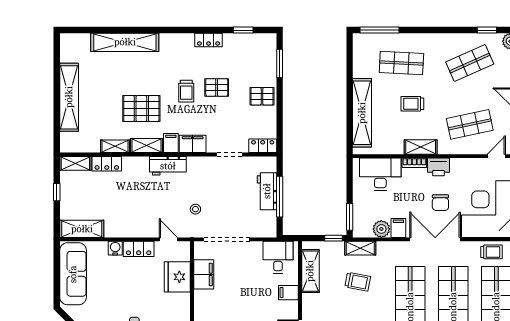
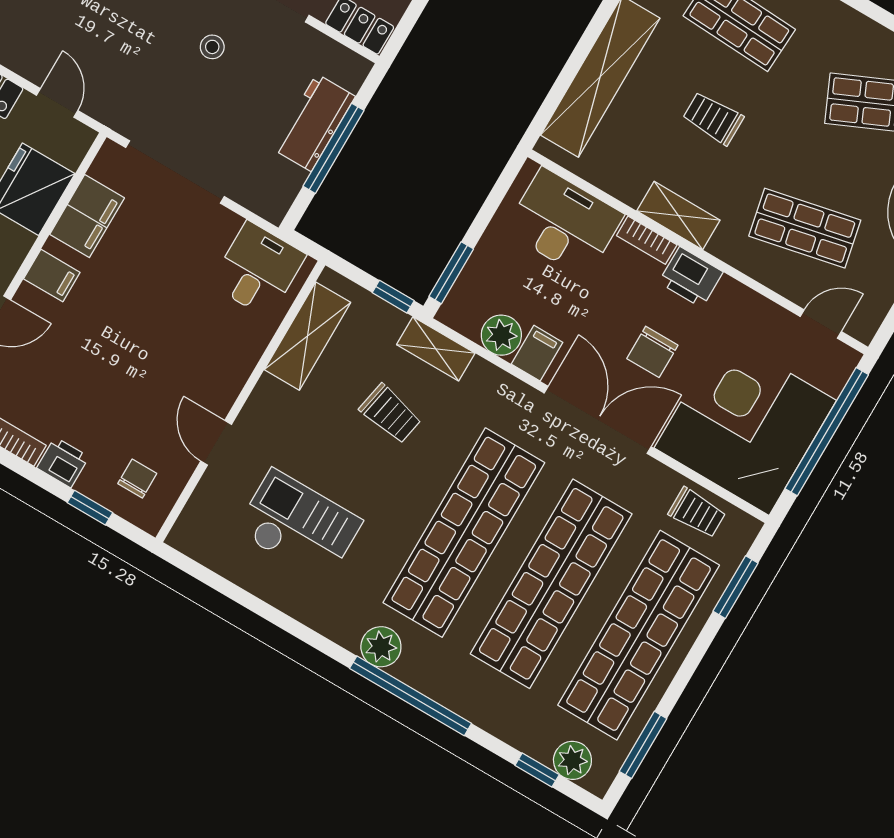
stool: (195, 209) -> (212, 47), moved
filing cabinet: (288, 293) -> (52, 276), moved, turned 180

